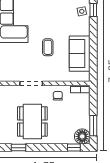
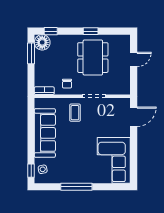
coffee table: (48, 47) -> (75, 113), moved
sofa: (80, 54) -> (45, 133), width x1.36
window: (18, 148) -> (91, 31), moved

